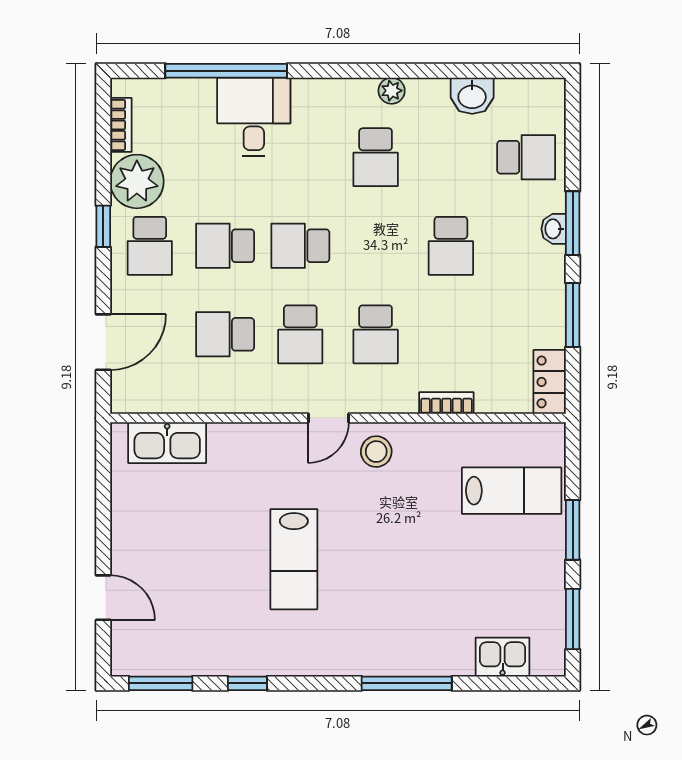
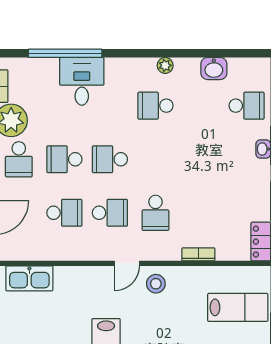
school desk: (376, 157) -> (155, 106), turned 90
school desk: (451, 246) -> (201, 159), removed
school desk: (225, 334) -> (64, 213), turned 180
school desk: (300, 334) -> (110, 213), turned -90

